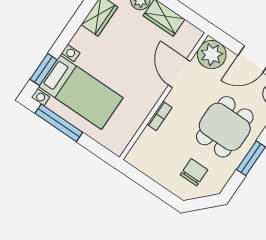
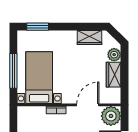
bed with nightstands: (81, 92) -> (39, 78), moved, turned 180
window: (59, 123) -> (13, 71), moved

